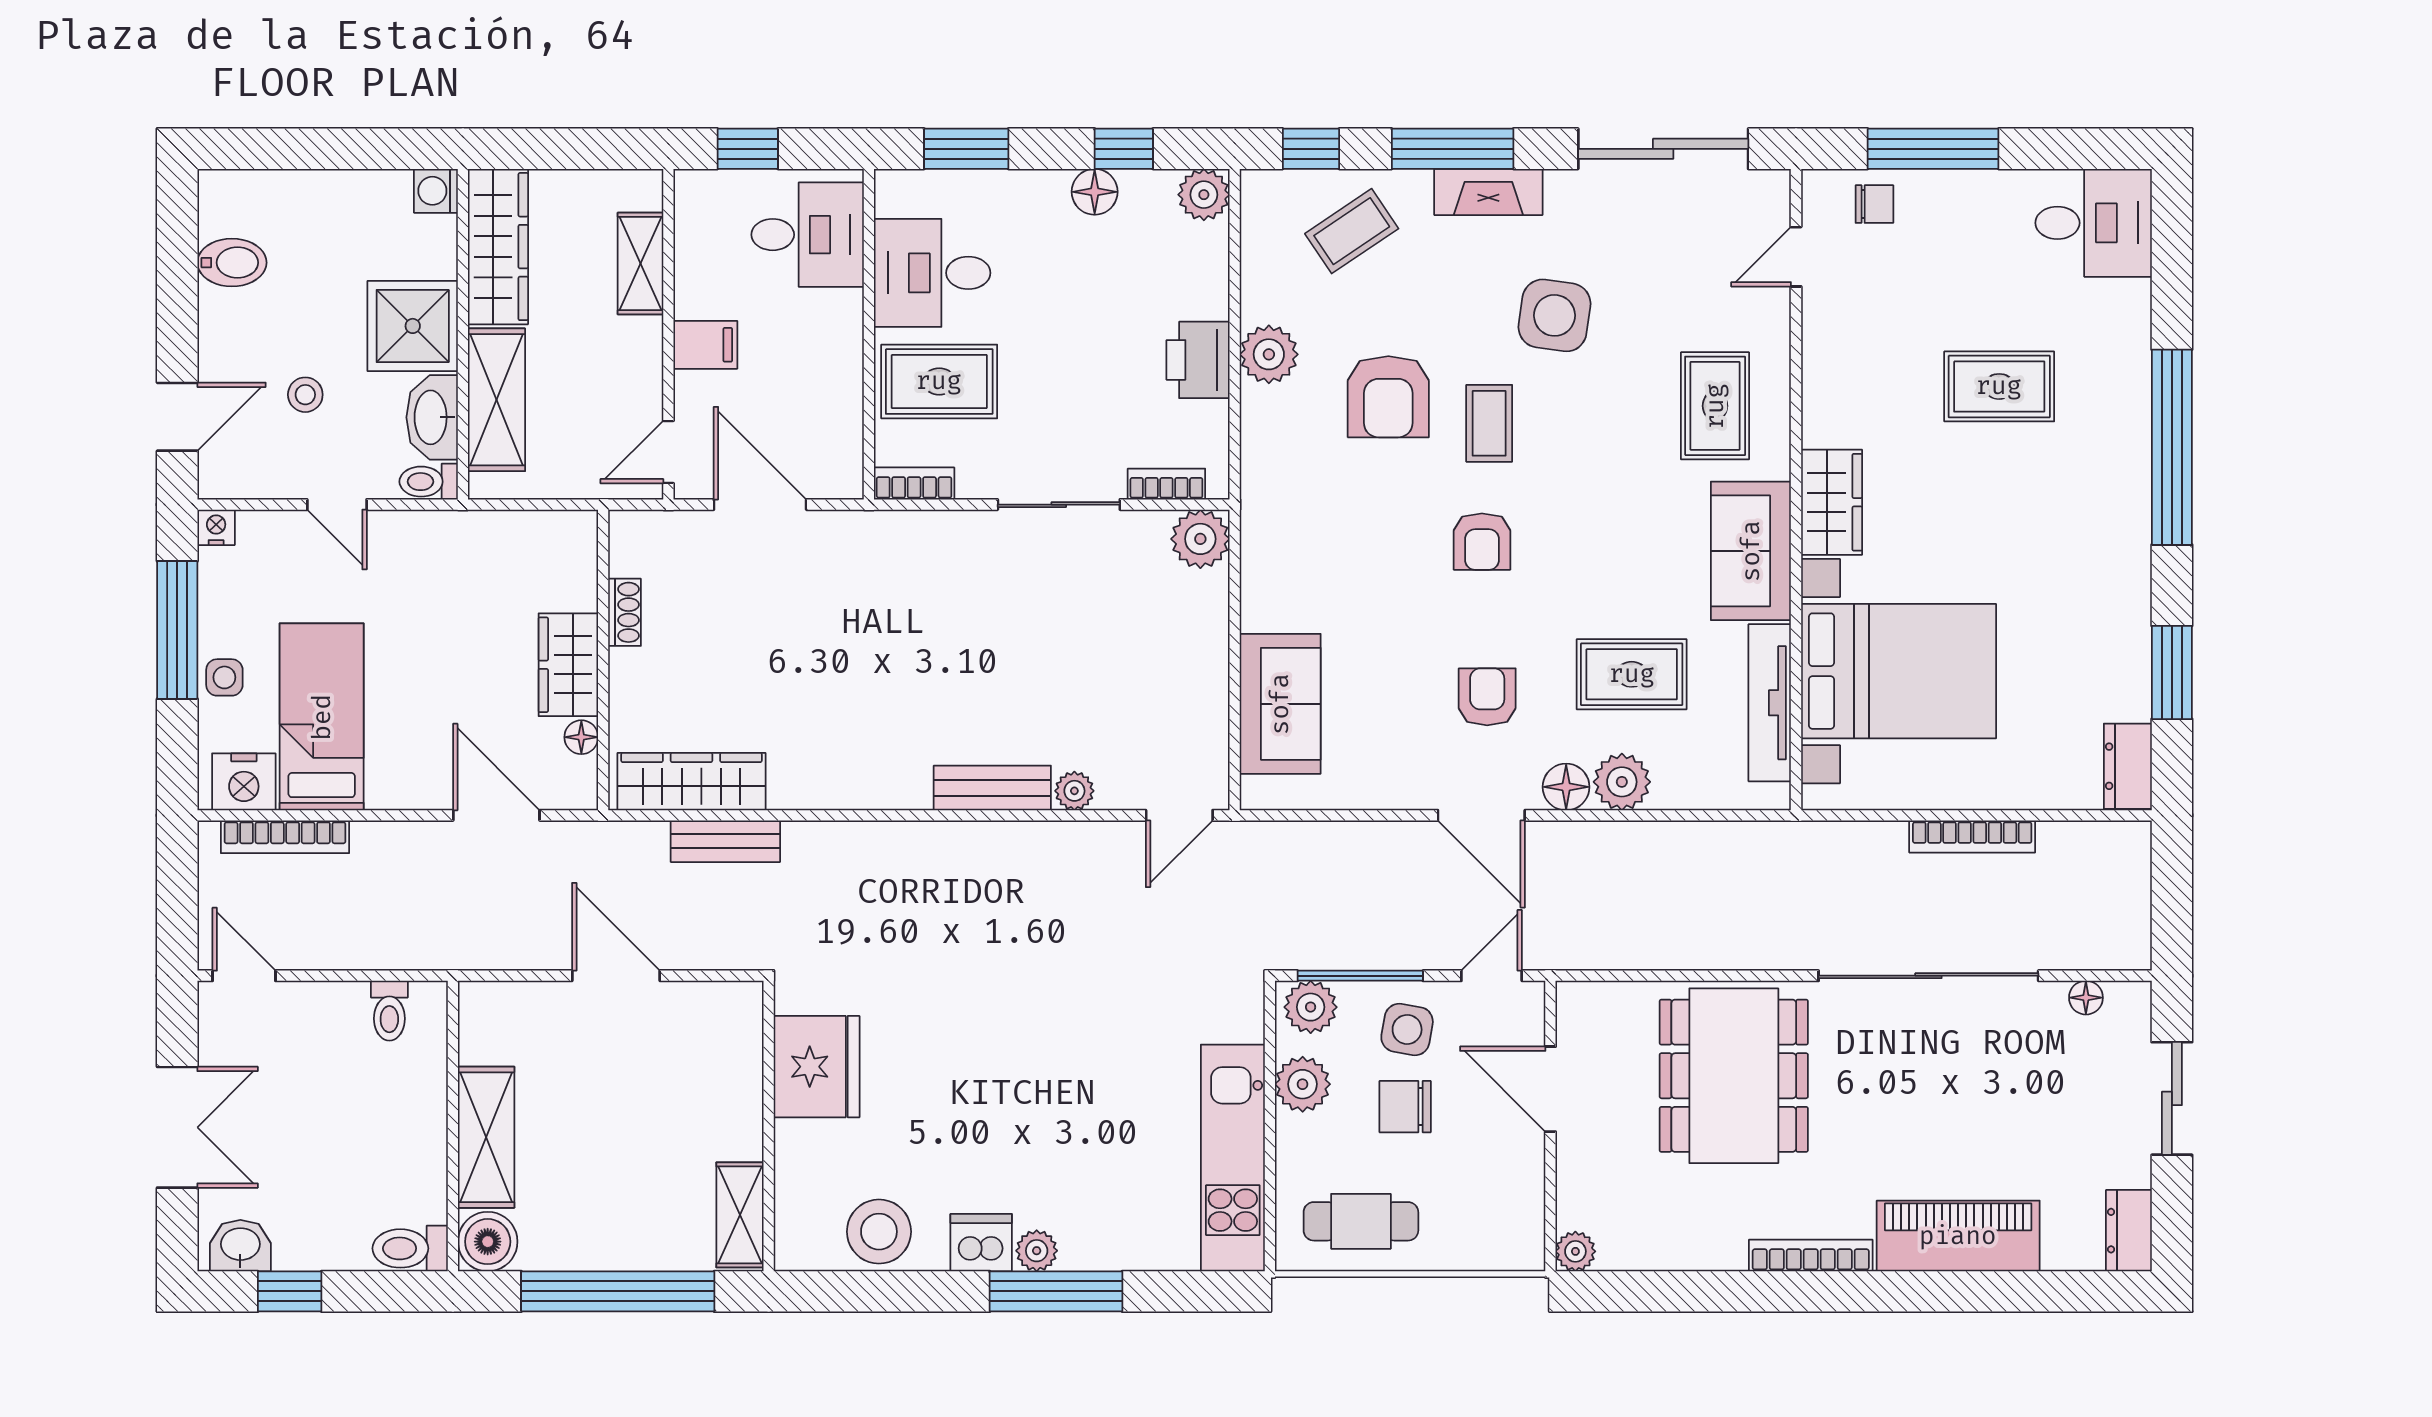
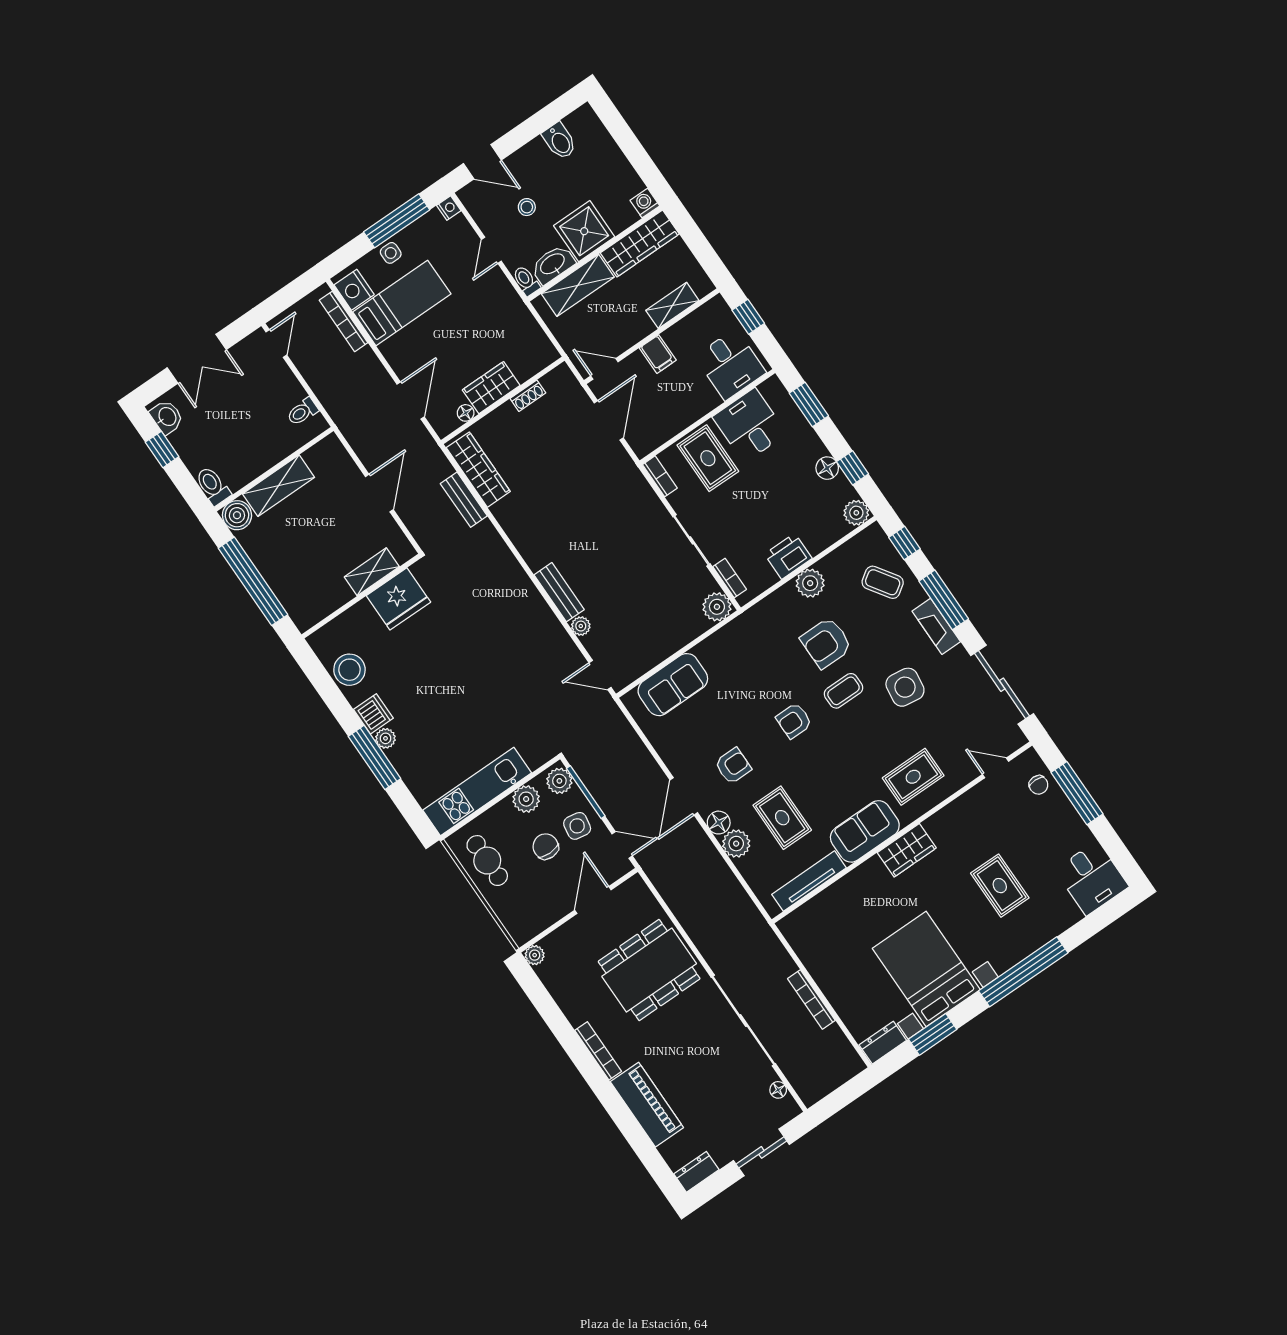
bed with nightstands: (1899, 671) -> (926, 969), moved, turned 180
shelving: (740, 1215) -> (372, 572), moved

